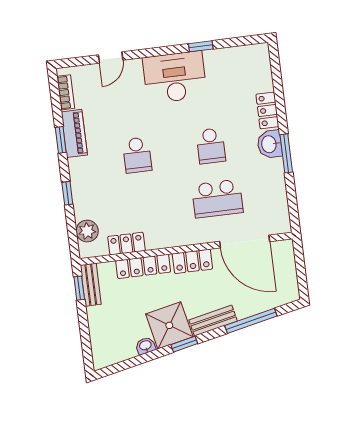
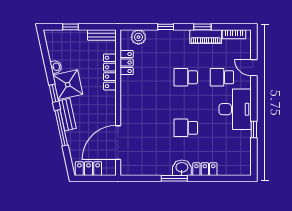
school desk: (217, 199) -> (222, 77), moved, width x0.54
locker: (192, 261) -> (88, 169), moved, turned 90
window: (79, 288) -> (71, 27), moved
window: (251, 321) -> (61, 128), moved

